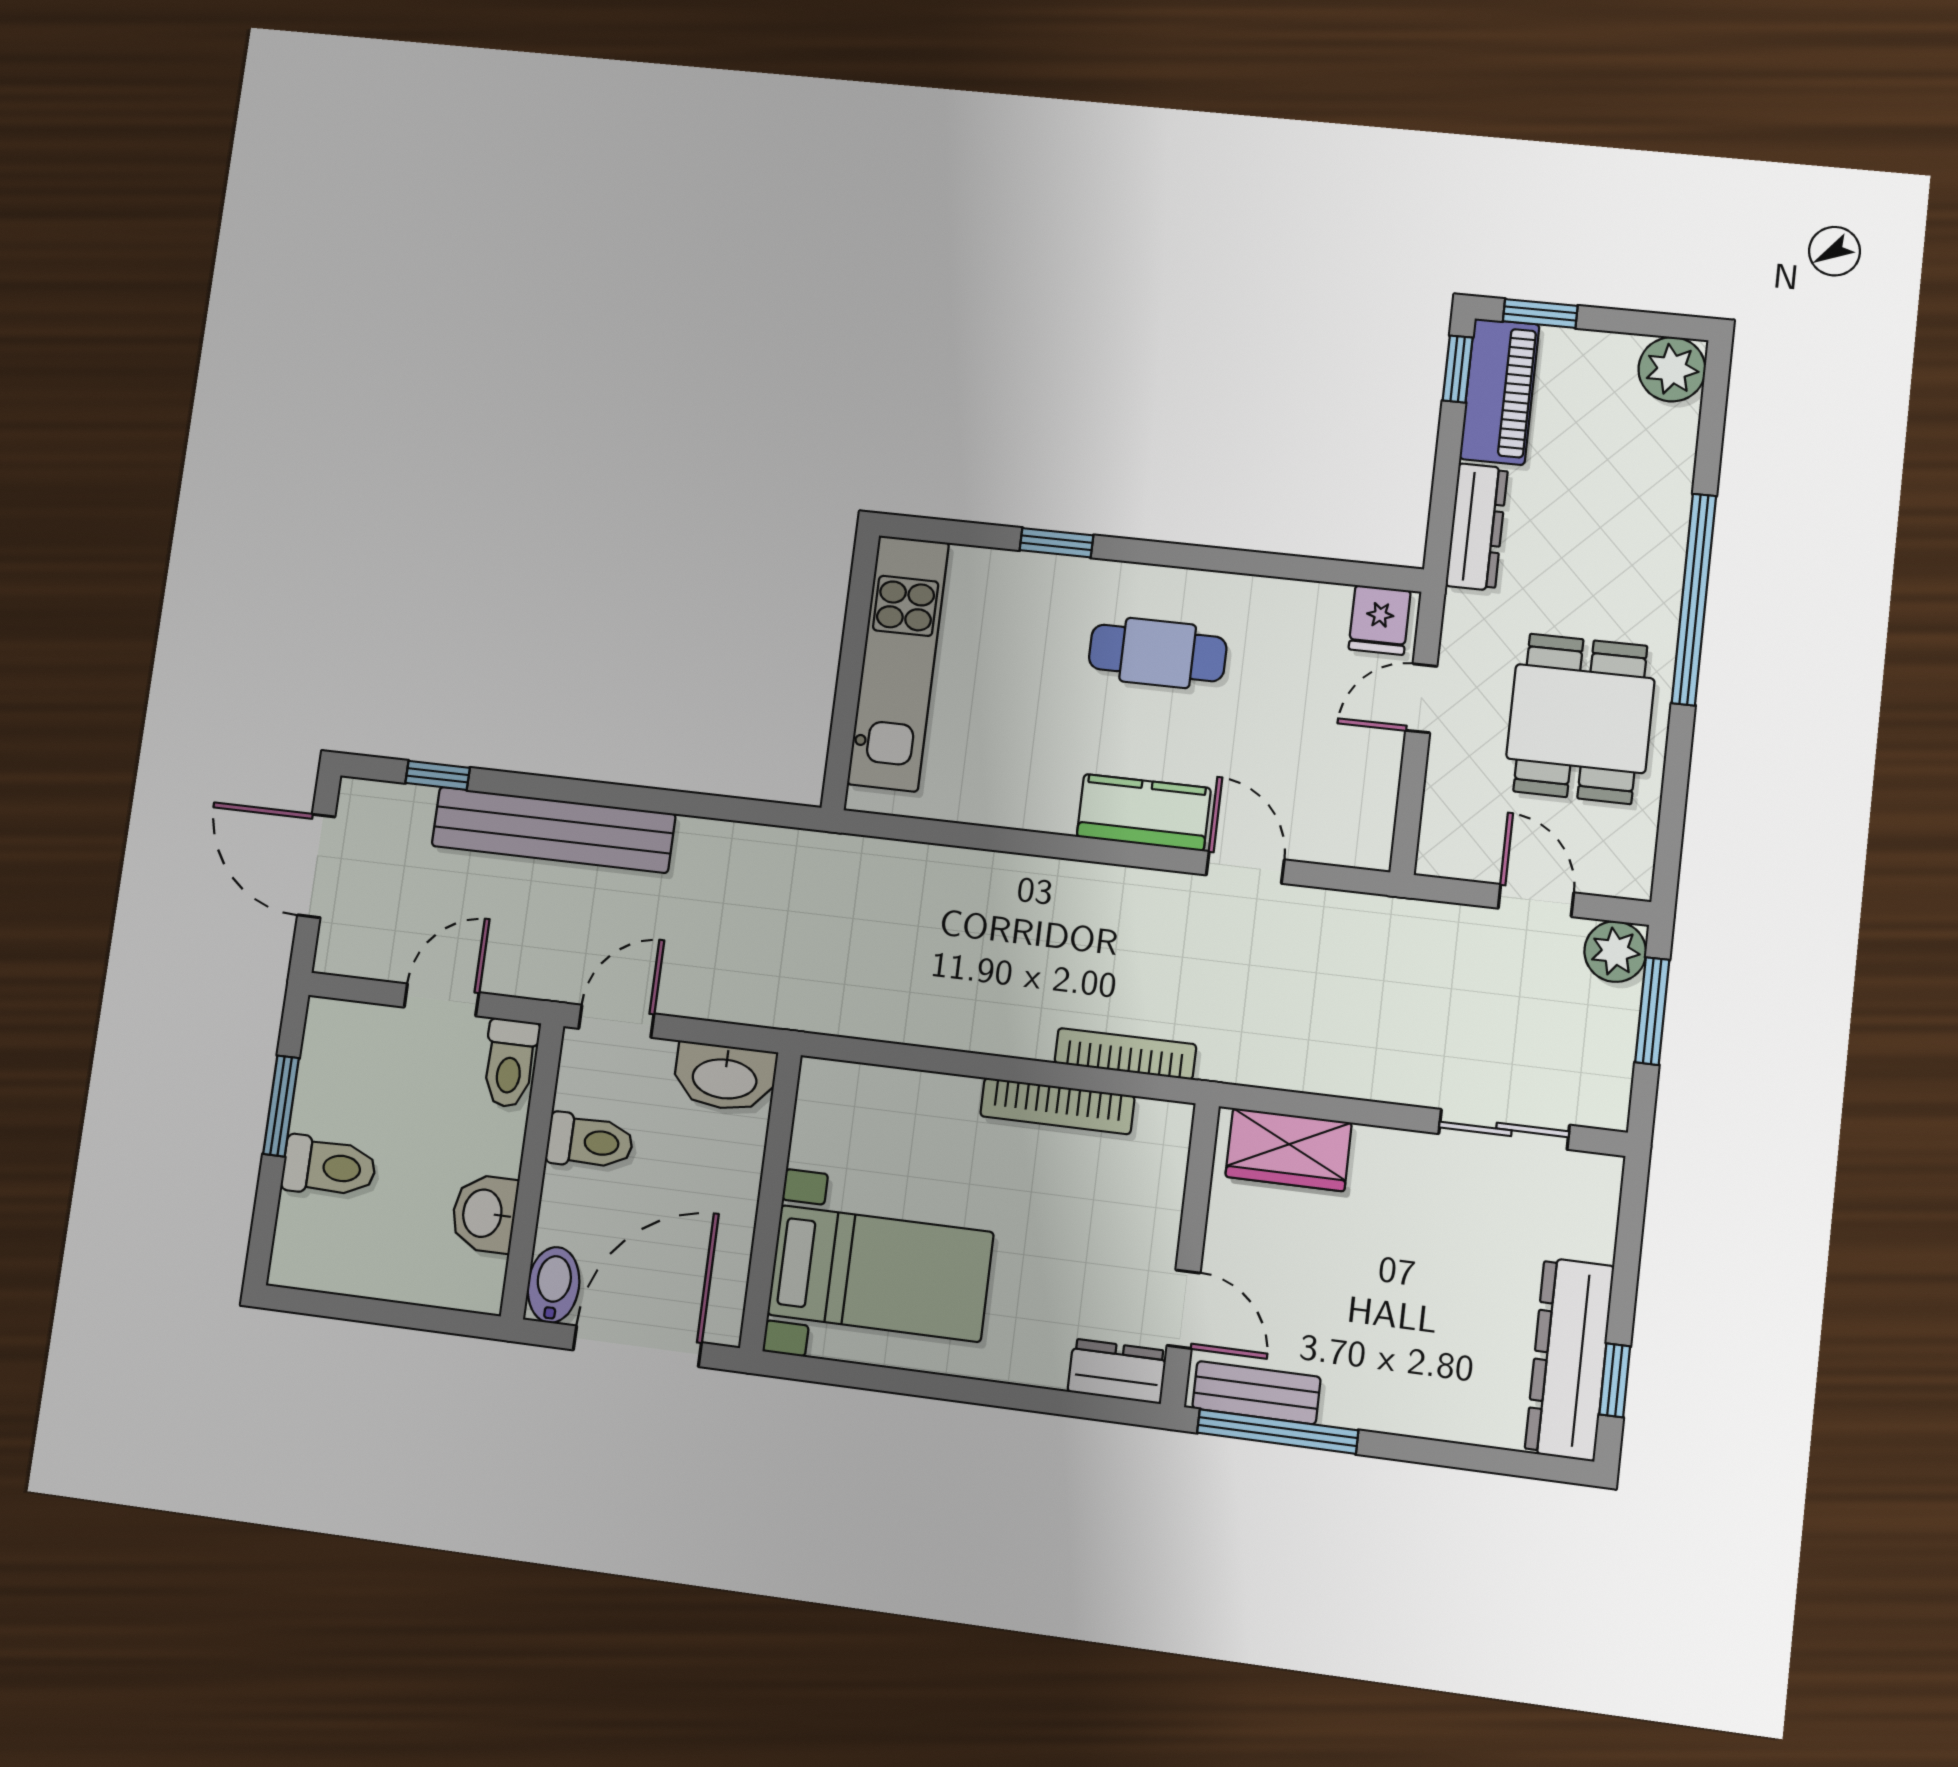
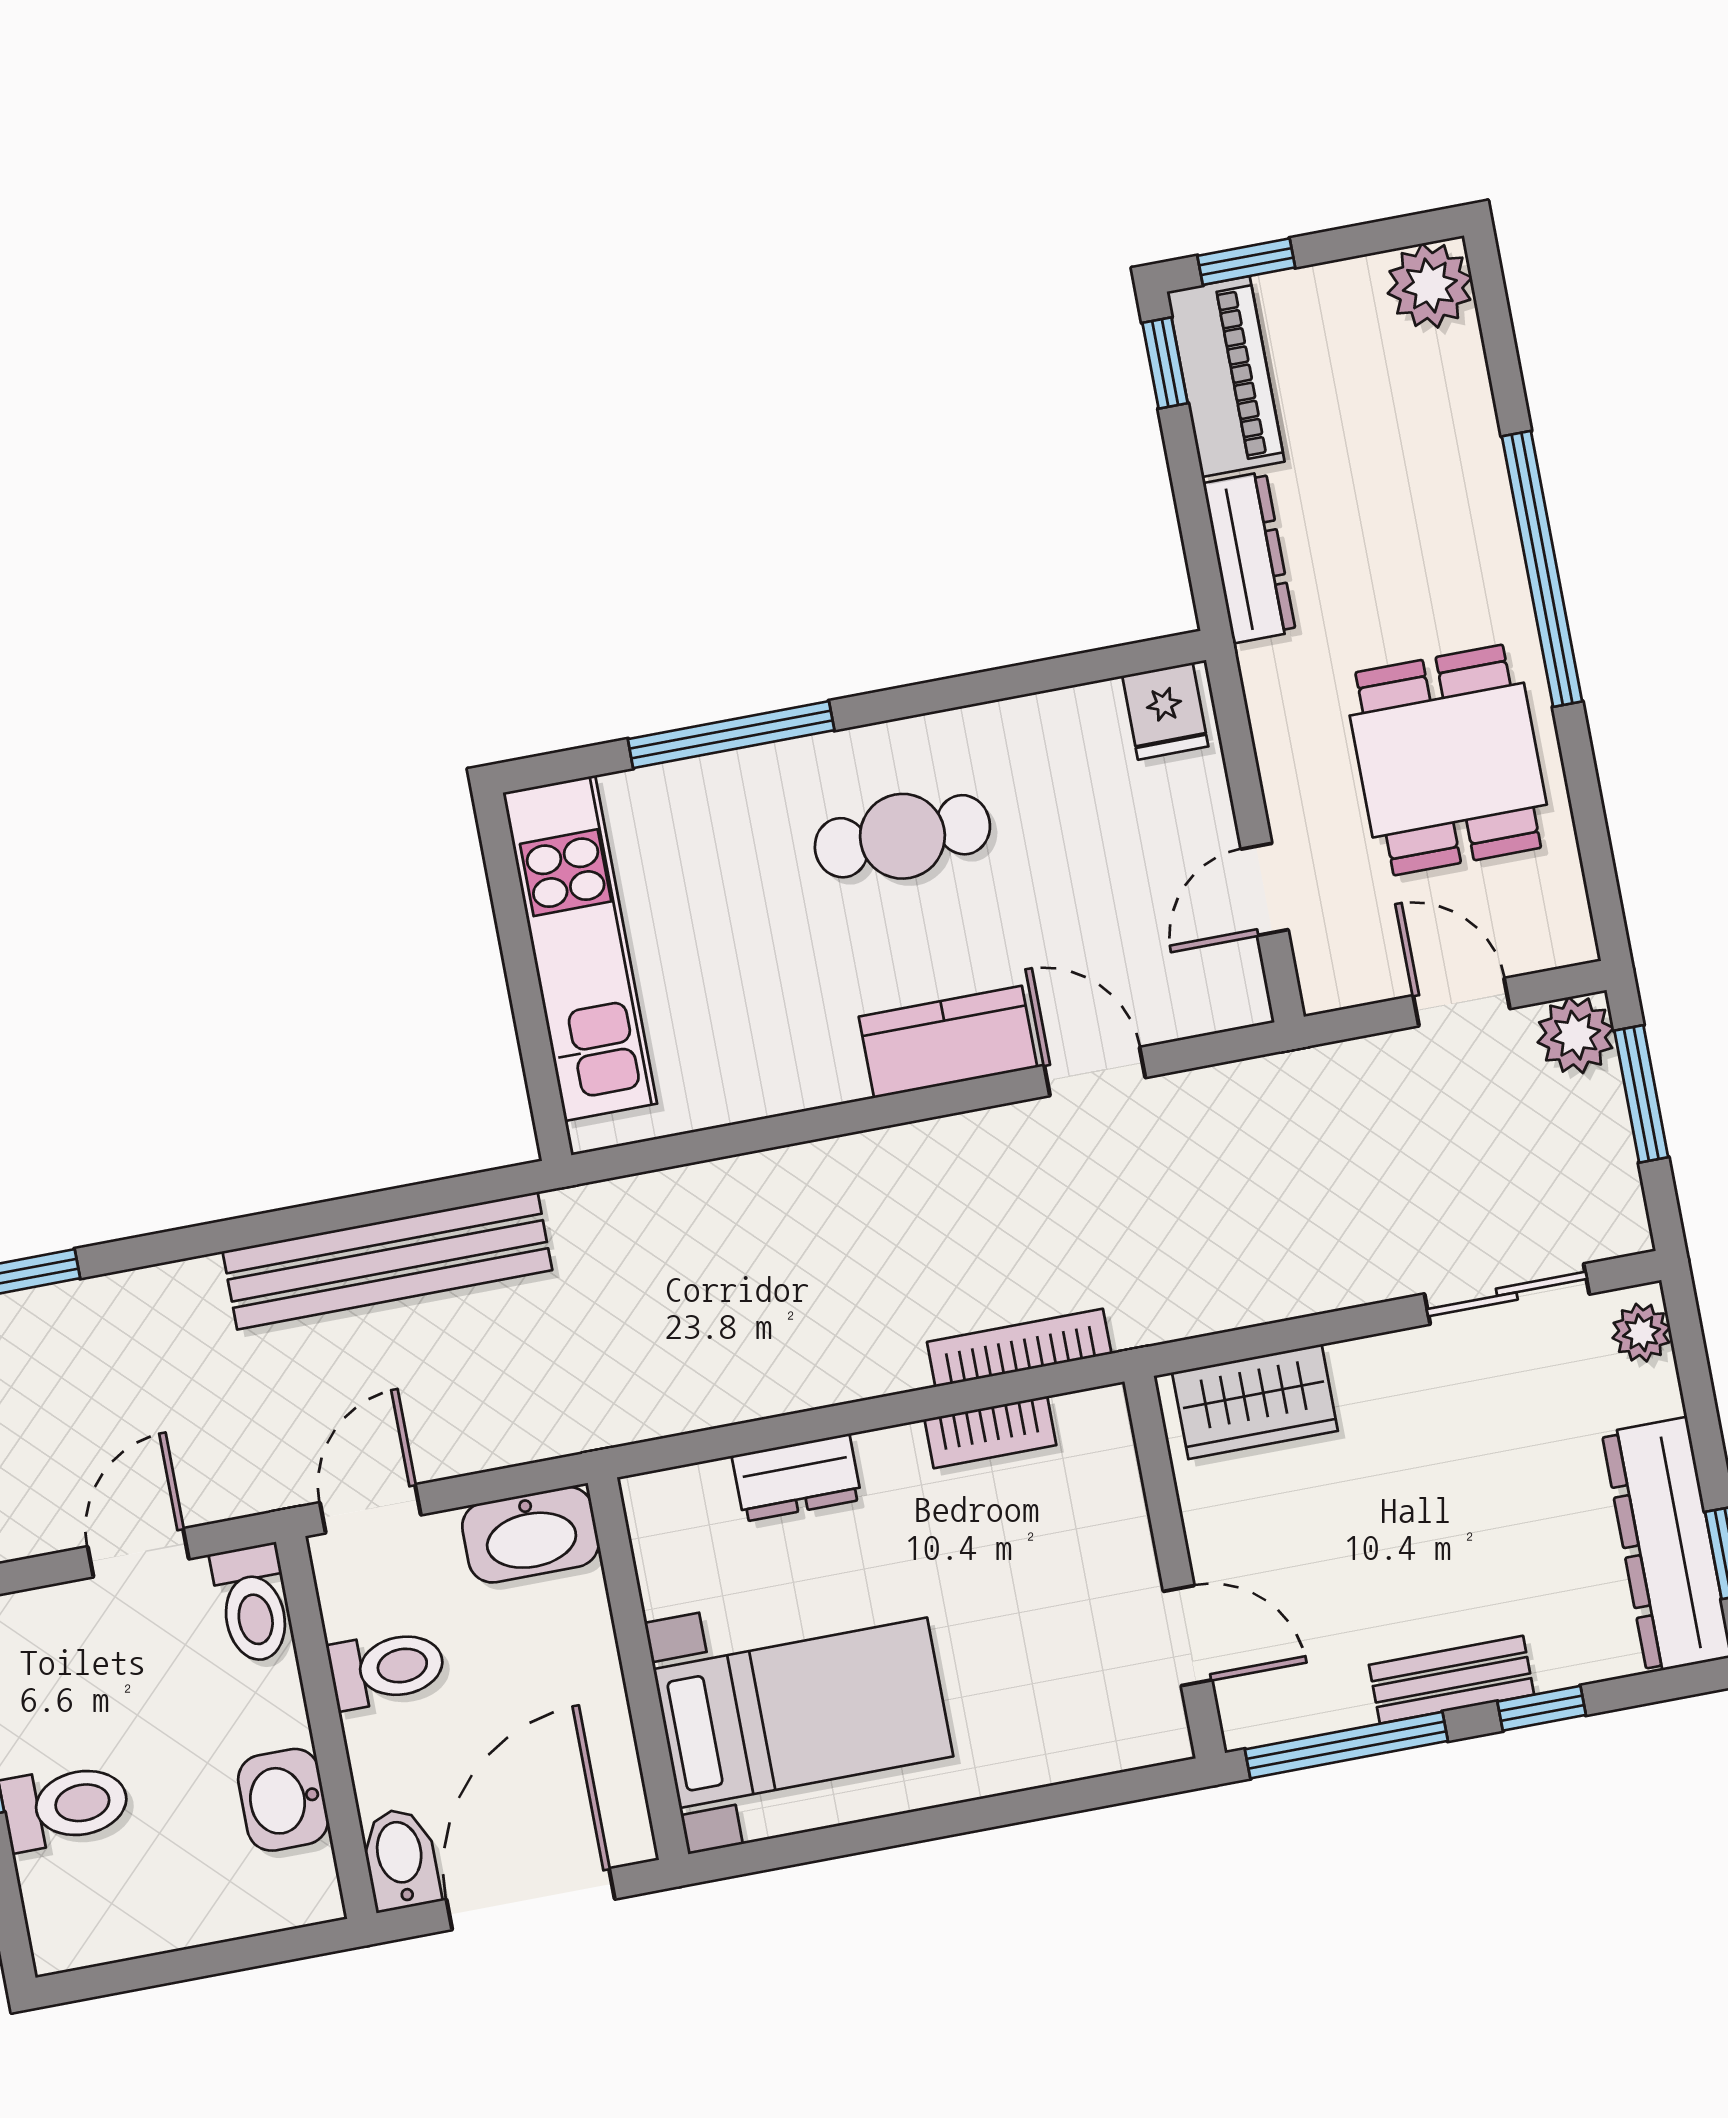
window: (1056, 543) -> (731, 735), width x2.17
door: (1421, 698) -> (1265, 889), moved
bench: (553, 830) -> (387, 1261), moved
bookcase: (1057, 1106) -> (990, 1432), width x0.64
plant: (1598, 1191) -> (1641, 1333), added
dresser: (1117, 1371) -> (797, 1478), moved, turned 180
bench: (1256, 1393) -> (1452, 1680), moved
window: (1435, 1453) -> (1542, 1708), added

